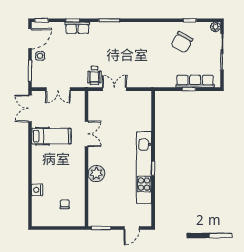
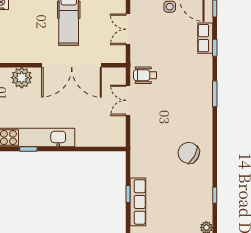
row of seats: (77, 28) -> (205, 38), moved
chair: (182, 42) -> (189, 153), moved
double door: (114, 89) -> (128, 100), swing flipped
double door: (86, 134) -> (72, 65), width x1.87

